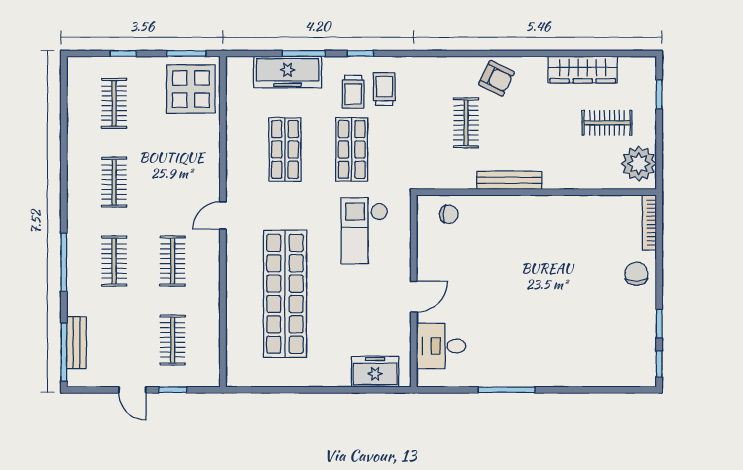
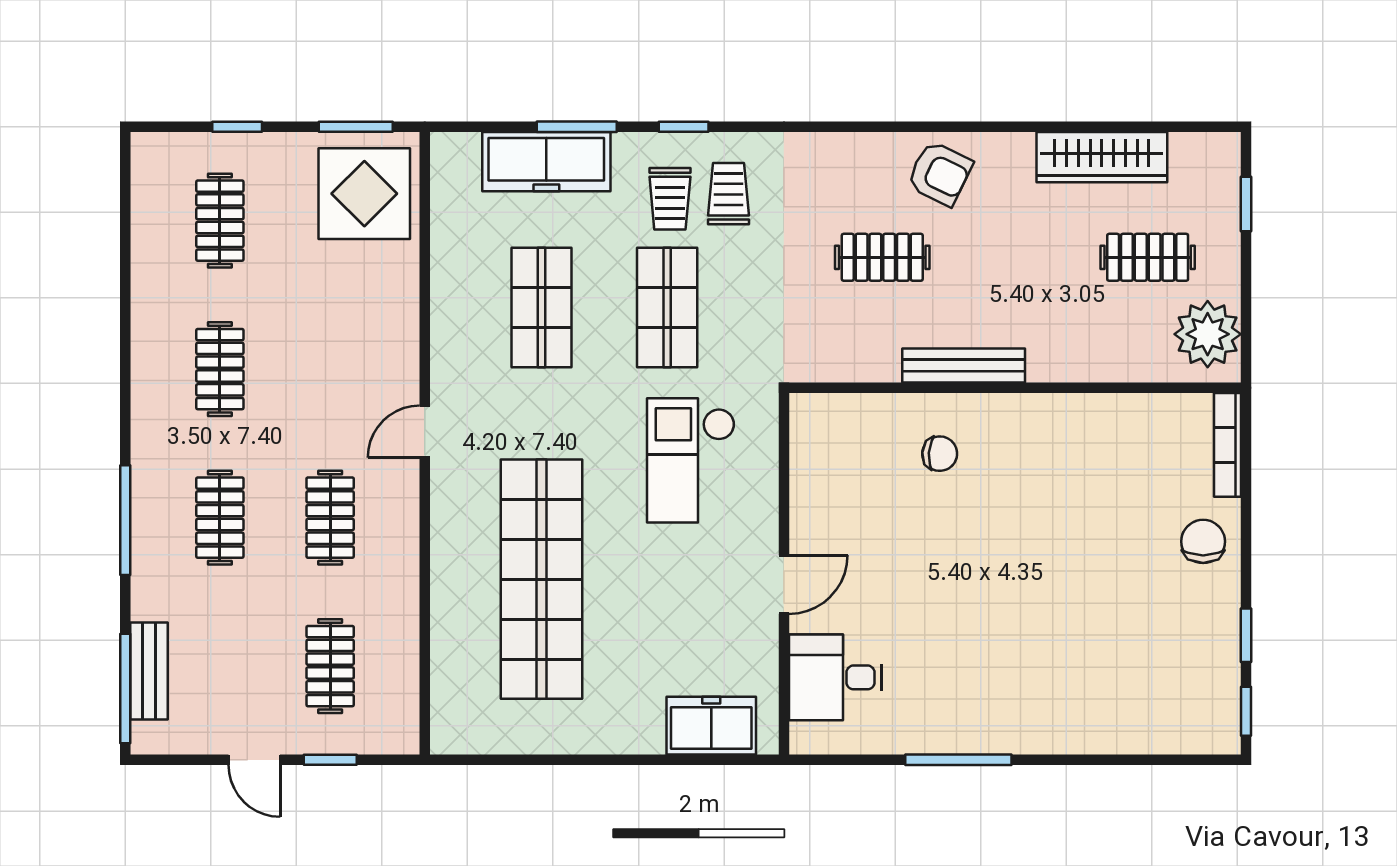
clothes rail: (466, 123) -> (882, 257), turned 90
chair: (449, 214) -> (940, 454), moved

